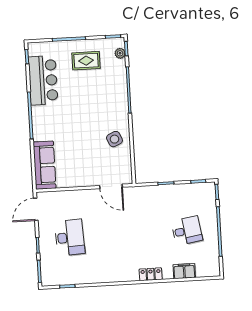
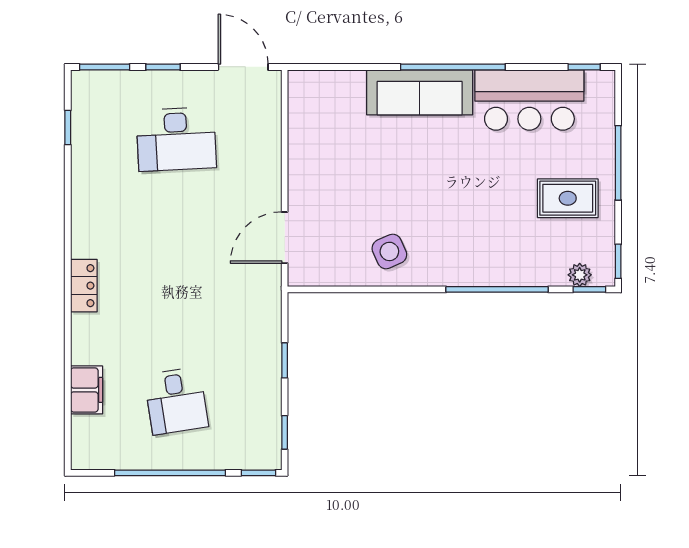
rug: (86, 61) -> (568, 198), turned 90
sofa: (45, 165) -> (420, 92), moved
locker: (151, 274) -> (84, 286), moved

